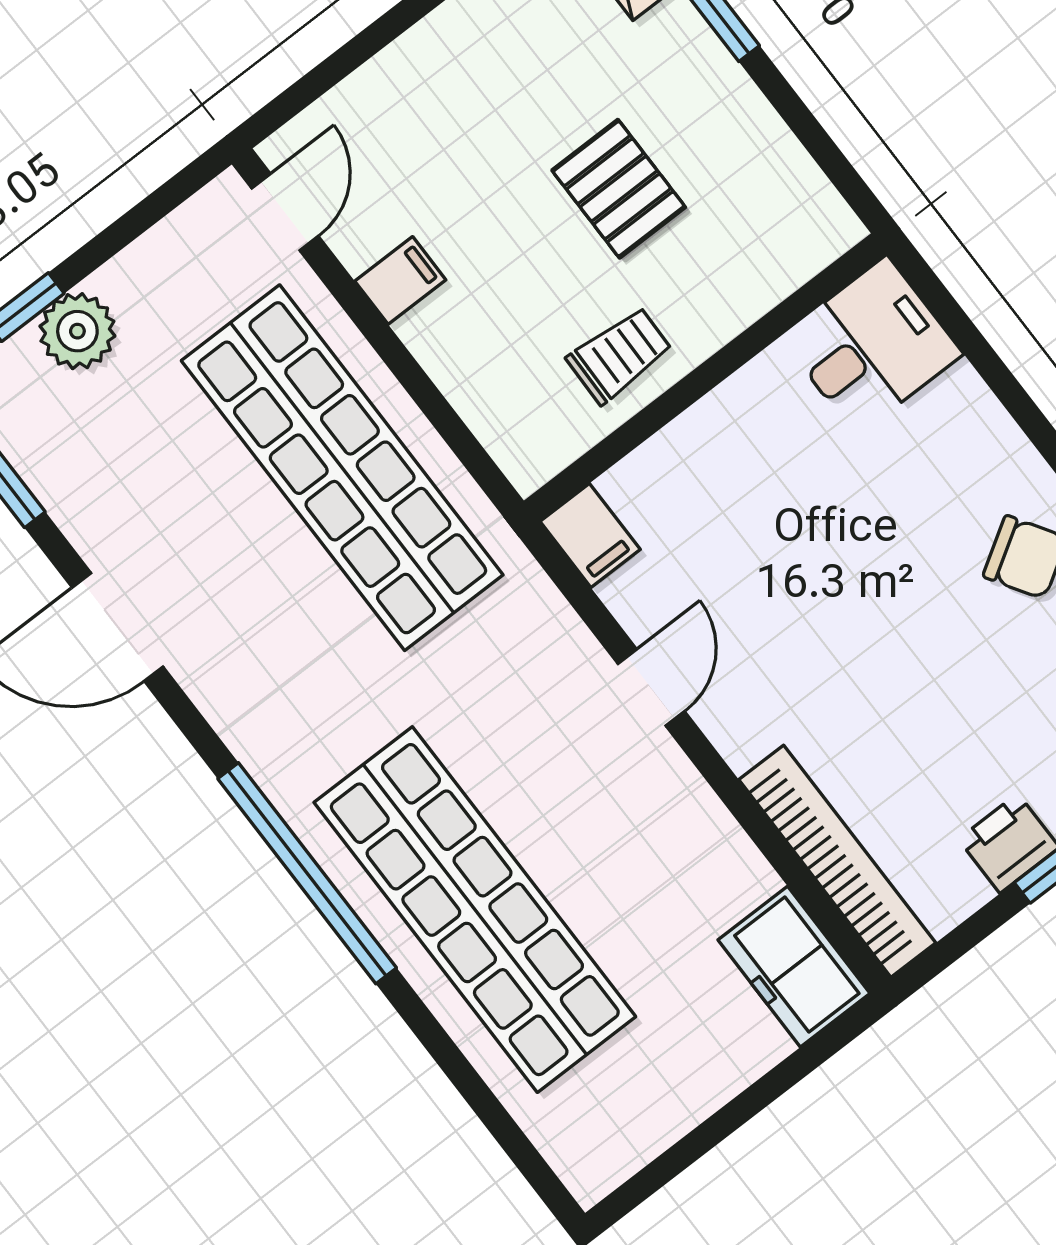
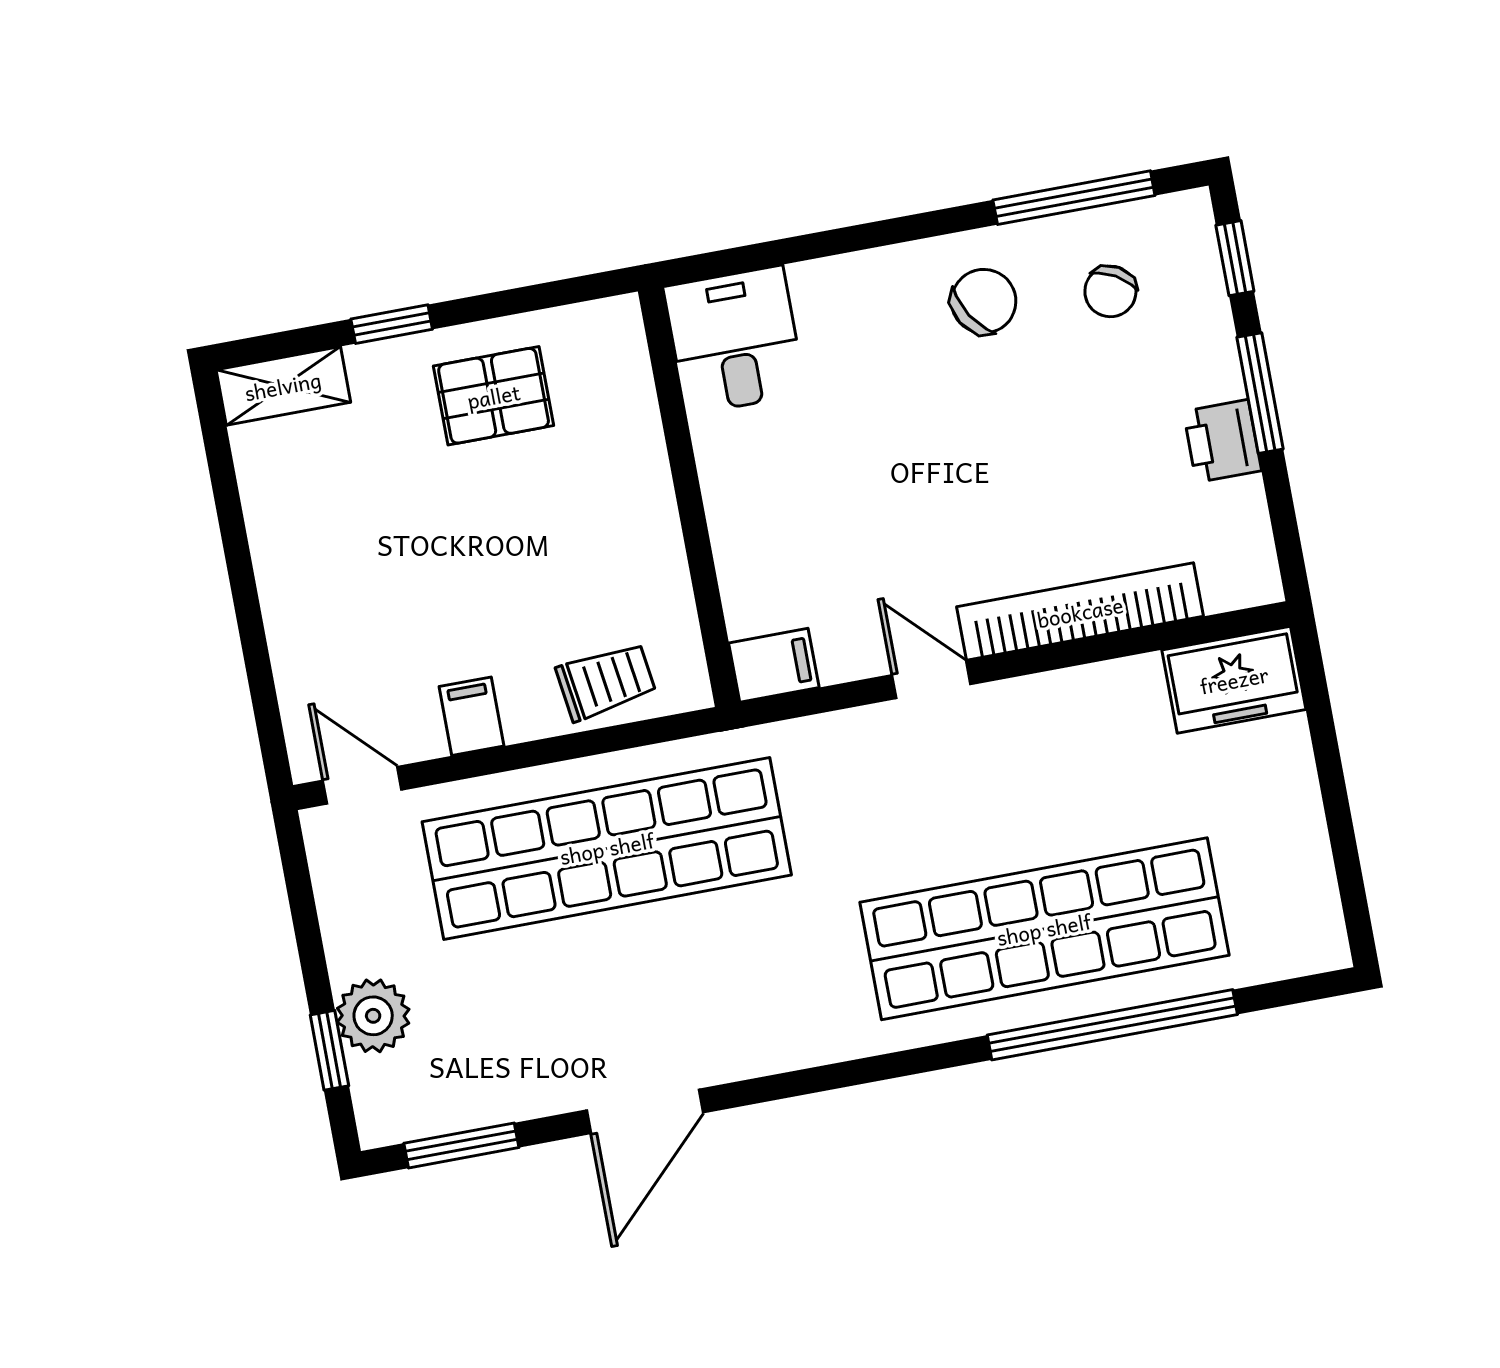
pallet: (619, 189) -> (494, 396), moved
trolley: (619, 355) -> (606, 681), moved, turned 81
bookcase: (837, 861) -> (1080, 612), moved
window: (307, 873) -> (1112, 1025), moved

